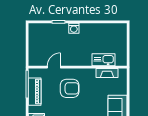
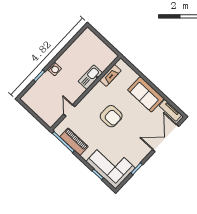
kitchen sink: (104, 60) -> (90, 77), moved
armchair: (70, 88) -> (111, 116), moved, turned 90

